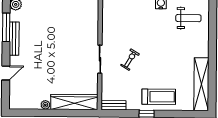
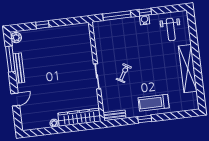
weight bench: (188, 18) -> (171, 30), turned 90
shelving: (201, 84) -> (188, 69), moved
treadmill: (159, 97) -> (154, 103), turned 180

